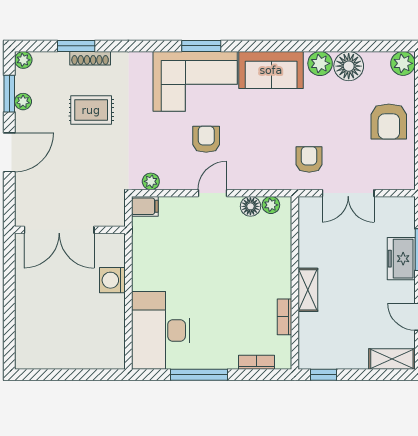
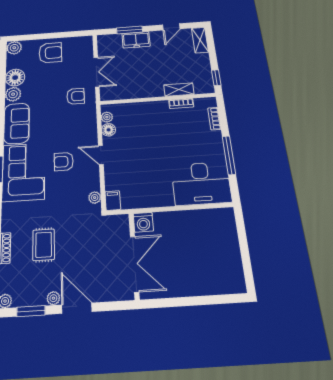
plant: (23, 102) -> (53, 298), moved
armchair: (309, 159) -> (76, 96), turned 180
washing machine: (112, 280) -> (143, 222), moved
shelving: (308, 290) -> (179, 90), moved

